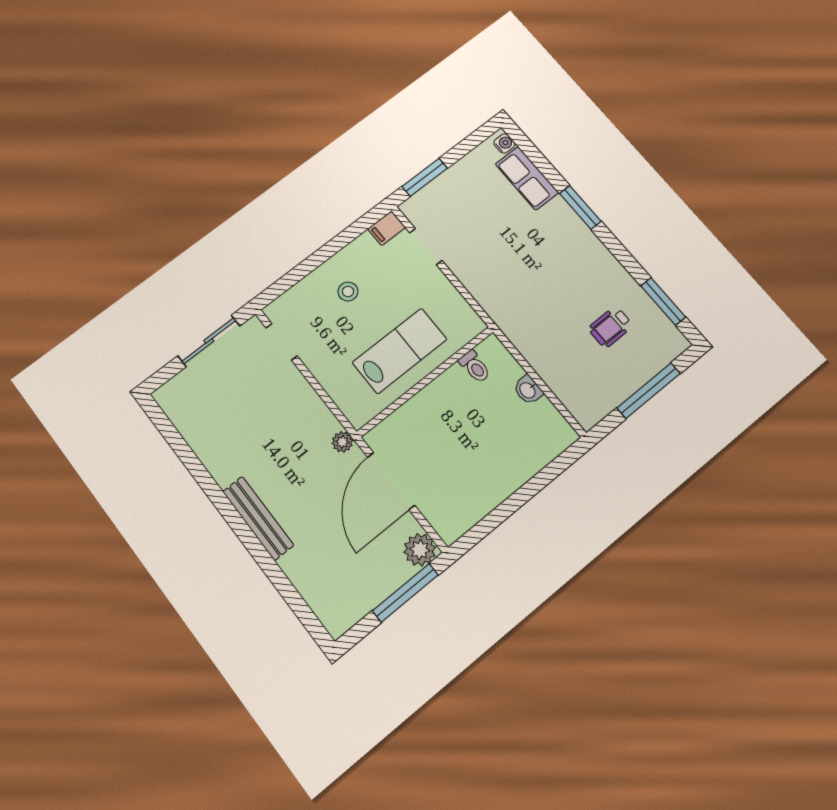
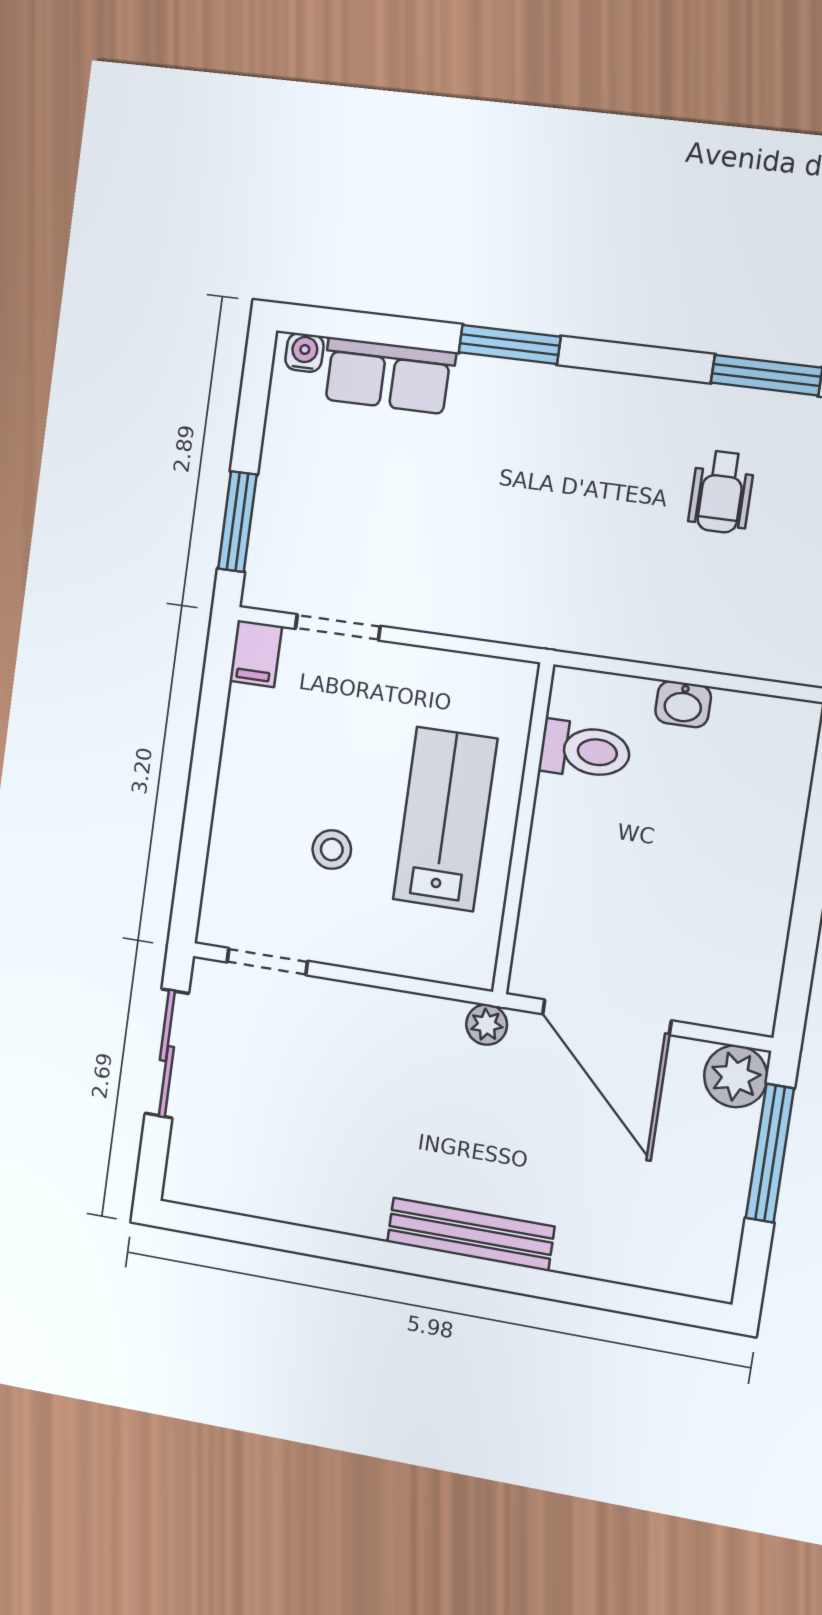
stool: (348, 292) -> (332, 850), moved
toilet: (475, 367) -> (585, 750), width x1.37, depth x1.39

